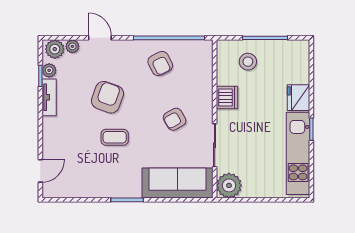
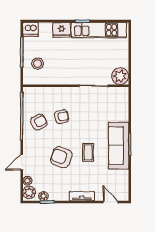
tv unit: (49, 97) -> (82, 196), moved
dishwasher: (227, 98) -> (30, 29), moved, turned 180
armchair: (175, 119) -> (62, 117), moved, turned -72
sofa: (177, 183) -> (119, 146), moved

